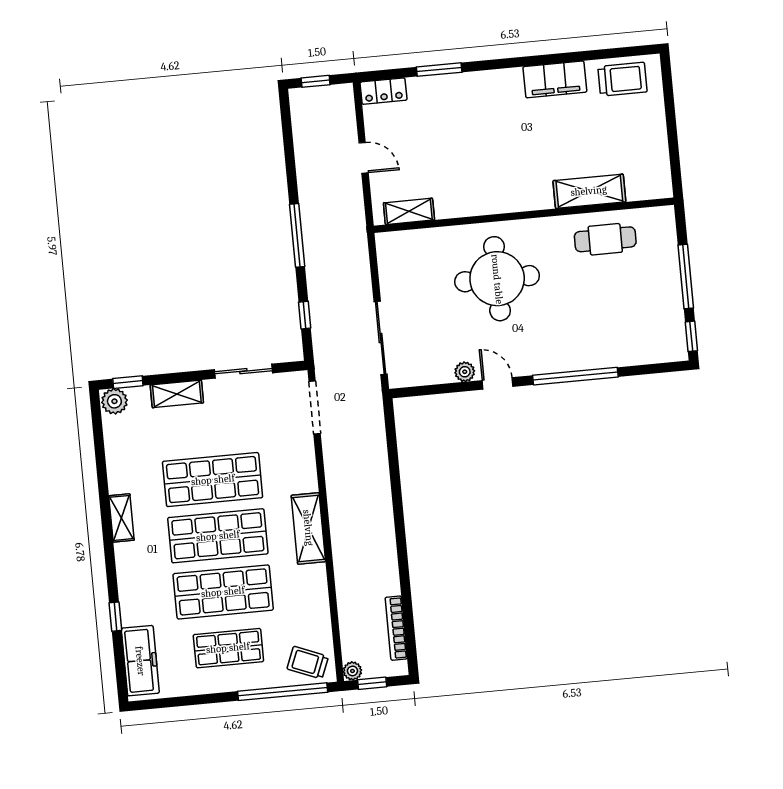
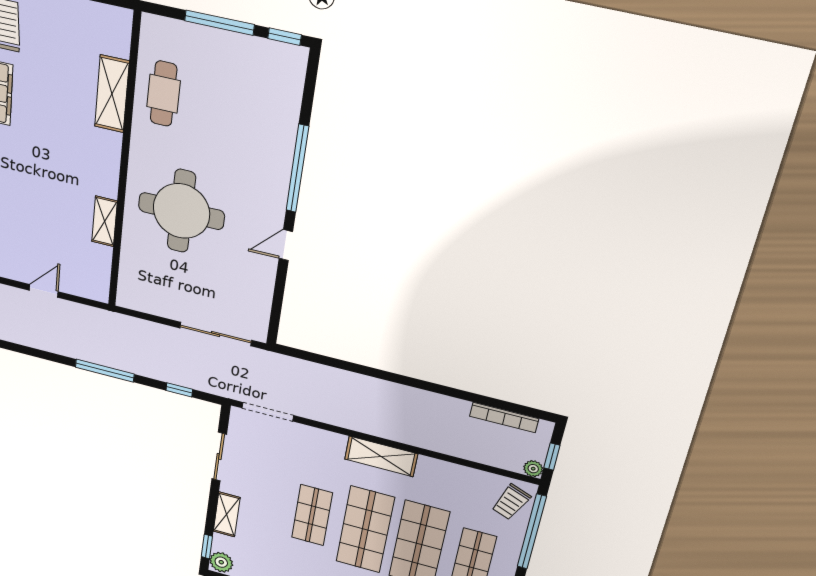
shelving: (409, 211) -> (104, 221), moved
plant: (465, 372) -> (267, 271), removed
shop shelf: (213, 480) -> (312, 515), width x0.70, depth x0.74

